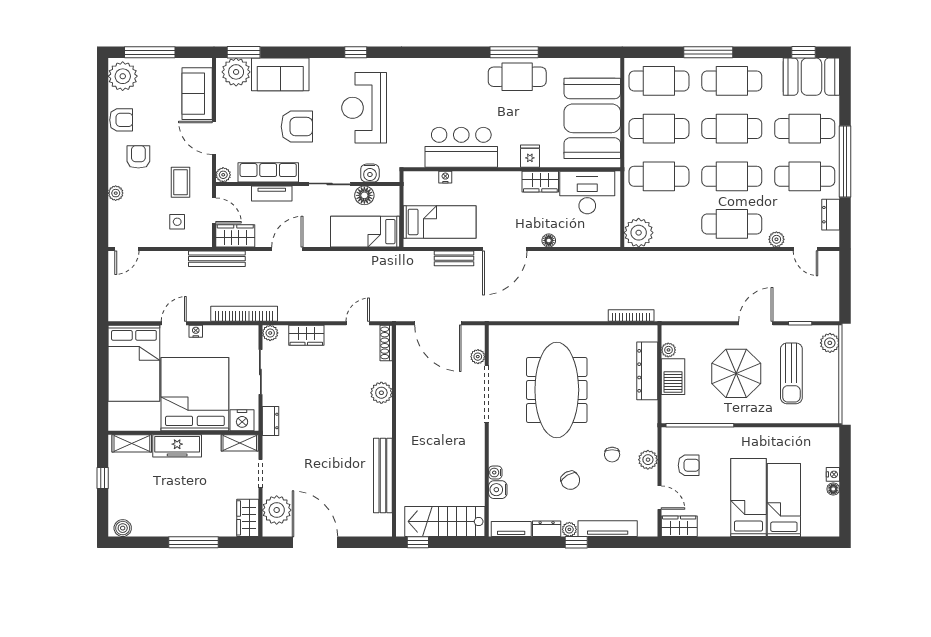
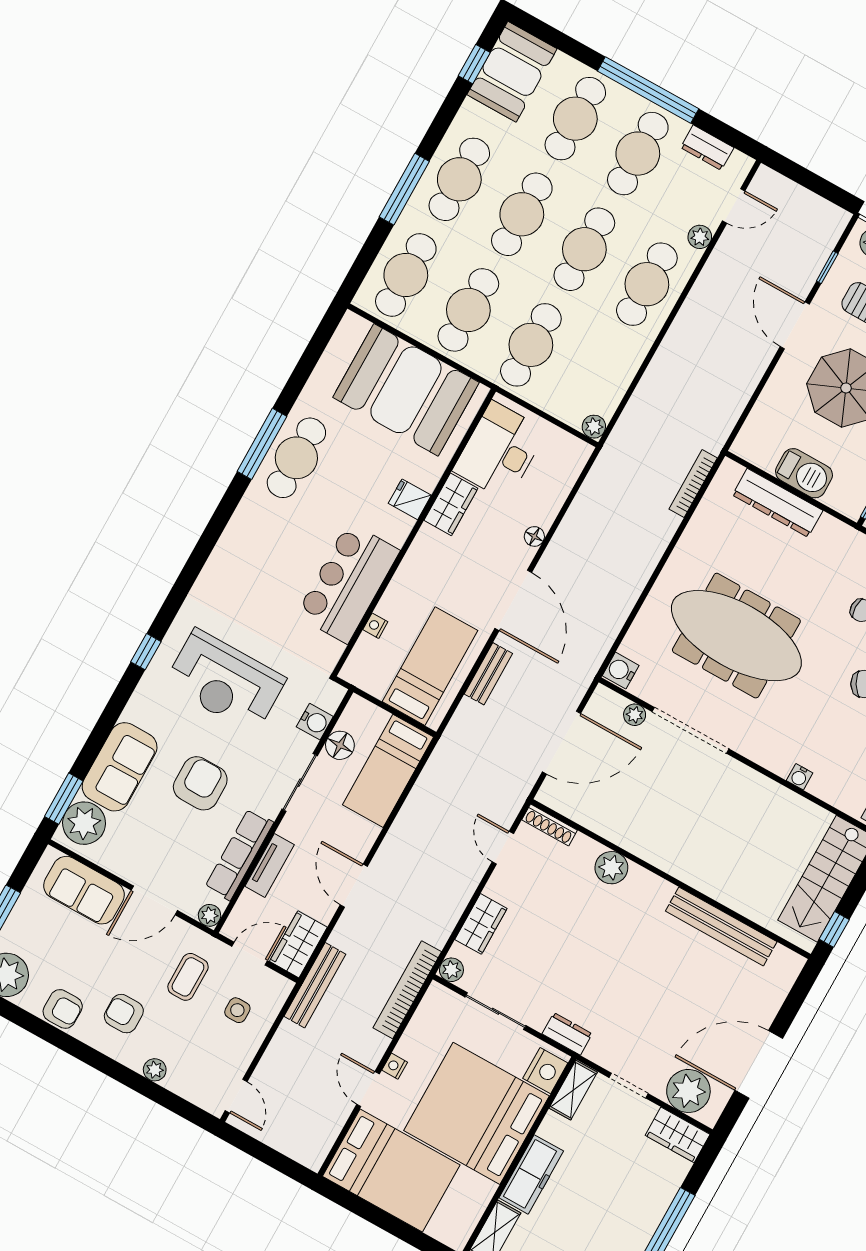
armchair: (121, 120) -> (63, 1009), turned 90
coffee table: (181, 182) -> (188, 977), turned 90
plant: (639, 233) -> (594, 427), width x0.53, depth x0.53
plant: (668, 350) -> (766, 460), removed
water cooler: (498, 490) -> (621, 671), moved, turned 90

